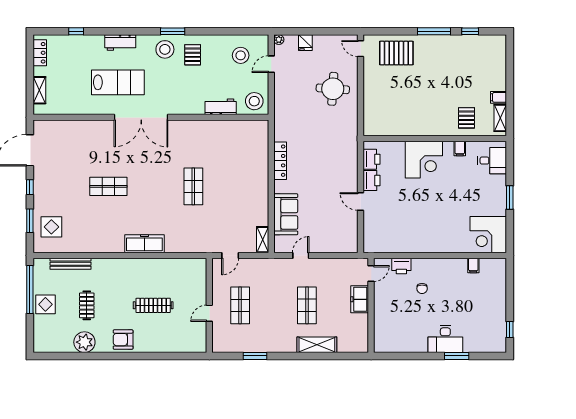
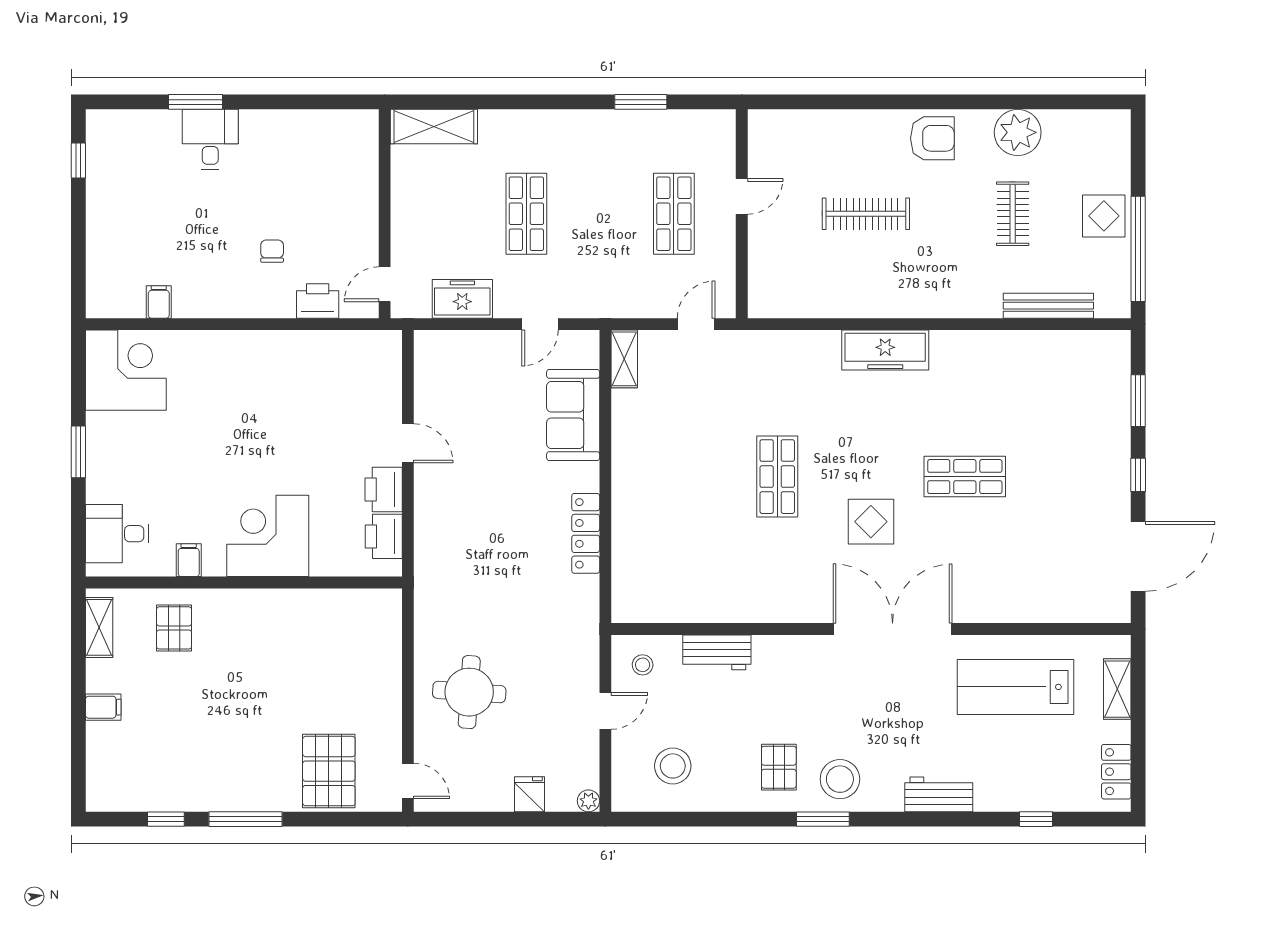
pallet: (396, 53) -> (329, 771), turned 90
door: (271, 64) -> (605, 711), moved
lab bench: (118, 82) -> (1015, 687), moved
filing cabinet: (498, 97) -> (103, 707), moved
stool: (254, 101) -> (643, 665), width x0.53, depth x0.53
display table: (51, 227) -> (871, 522), moved
freezer: (360, 299) -> (462, 299), moved, turned -90
desk: (445, 339) -> (210, 139), width x0.73
shelving: (317, 345) -> (434, 127), moved

